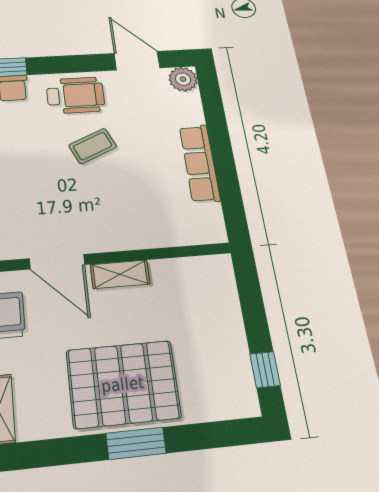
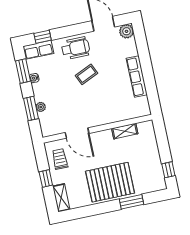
shelving: (120, 274) -> (125, 131), moved
window: (136, 443) -> (132, 202), moved

